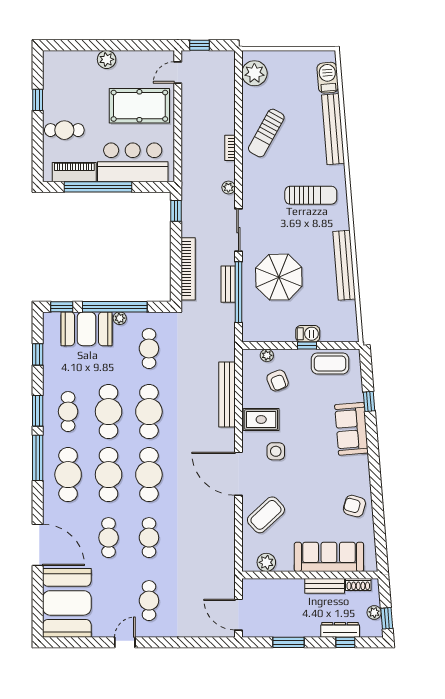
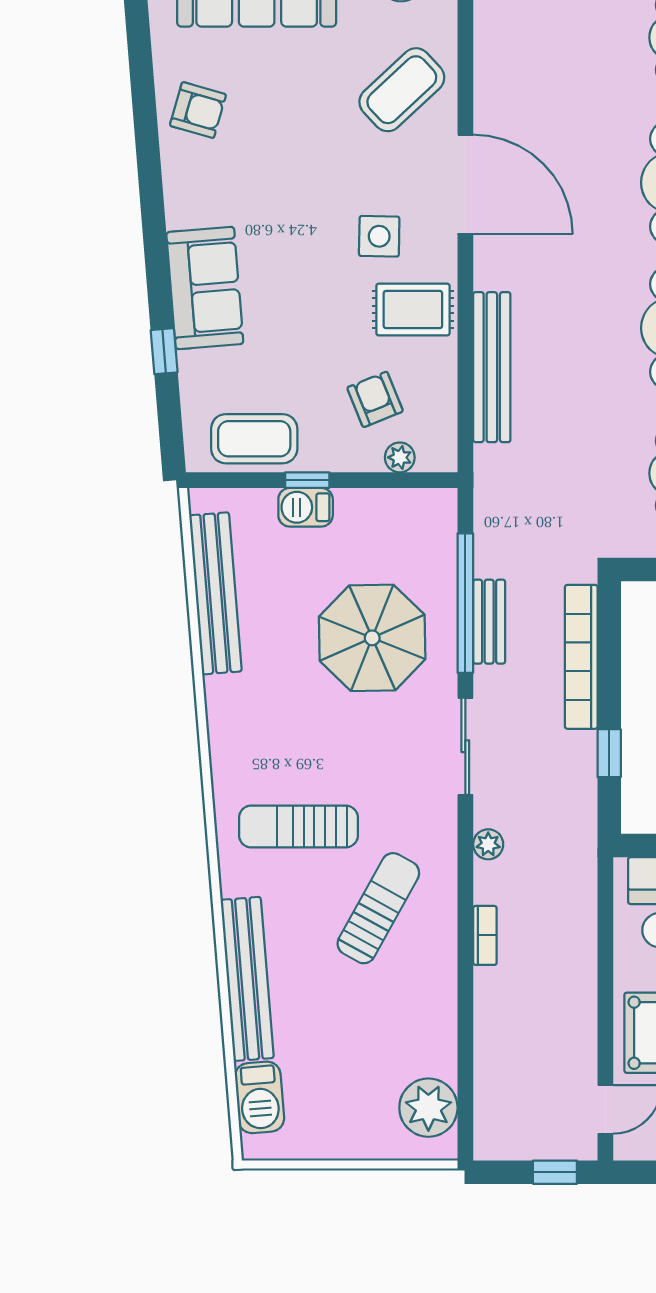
sun lounger: (266, 133) -> (378, 908), moved
window: (176, 211) -> (609, 753), moved
bench: (344, 265) -> (215, 593), moved

